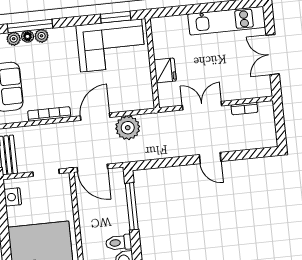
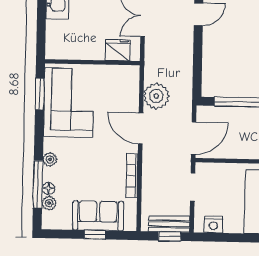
plant: (42, 36) -> (50, 159), moved
fridge: (165, 70) -> (118, 50), moved

